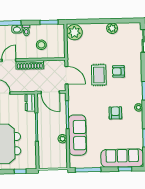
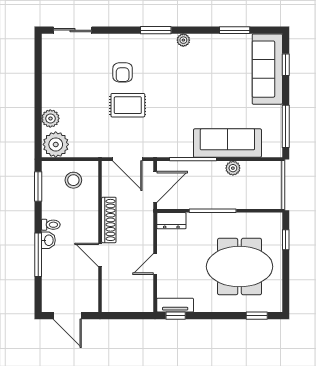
plant: (112, 28) -> (50, 118), moved
stool: (41, 45) -> (73, 180), moved
door: (66, 75) -> (127, 159), swing flipped
armchair: (115, 113) -> (192, 79), removed

